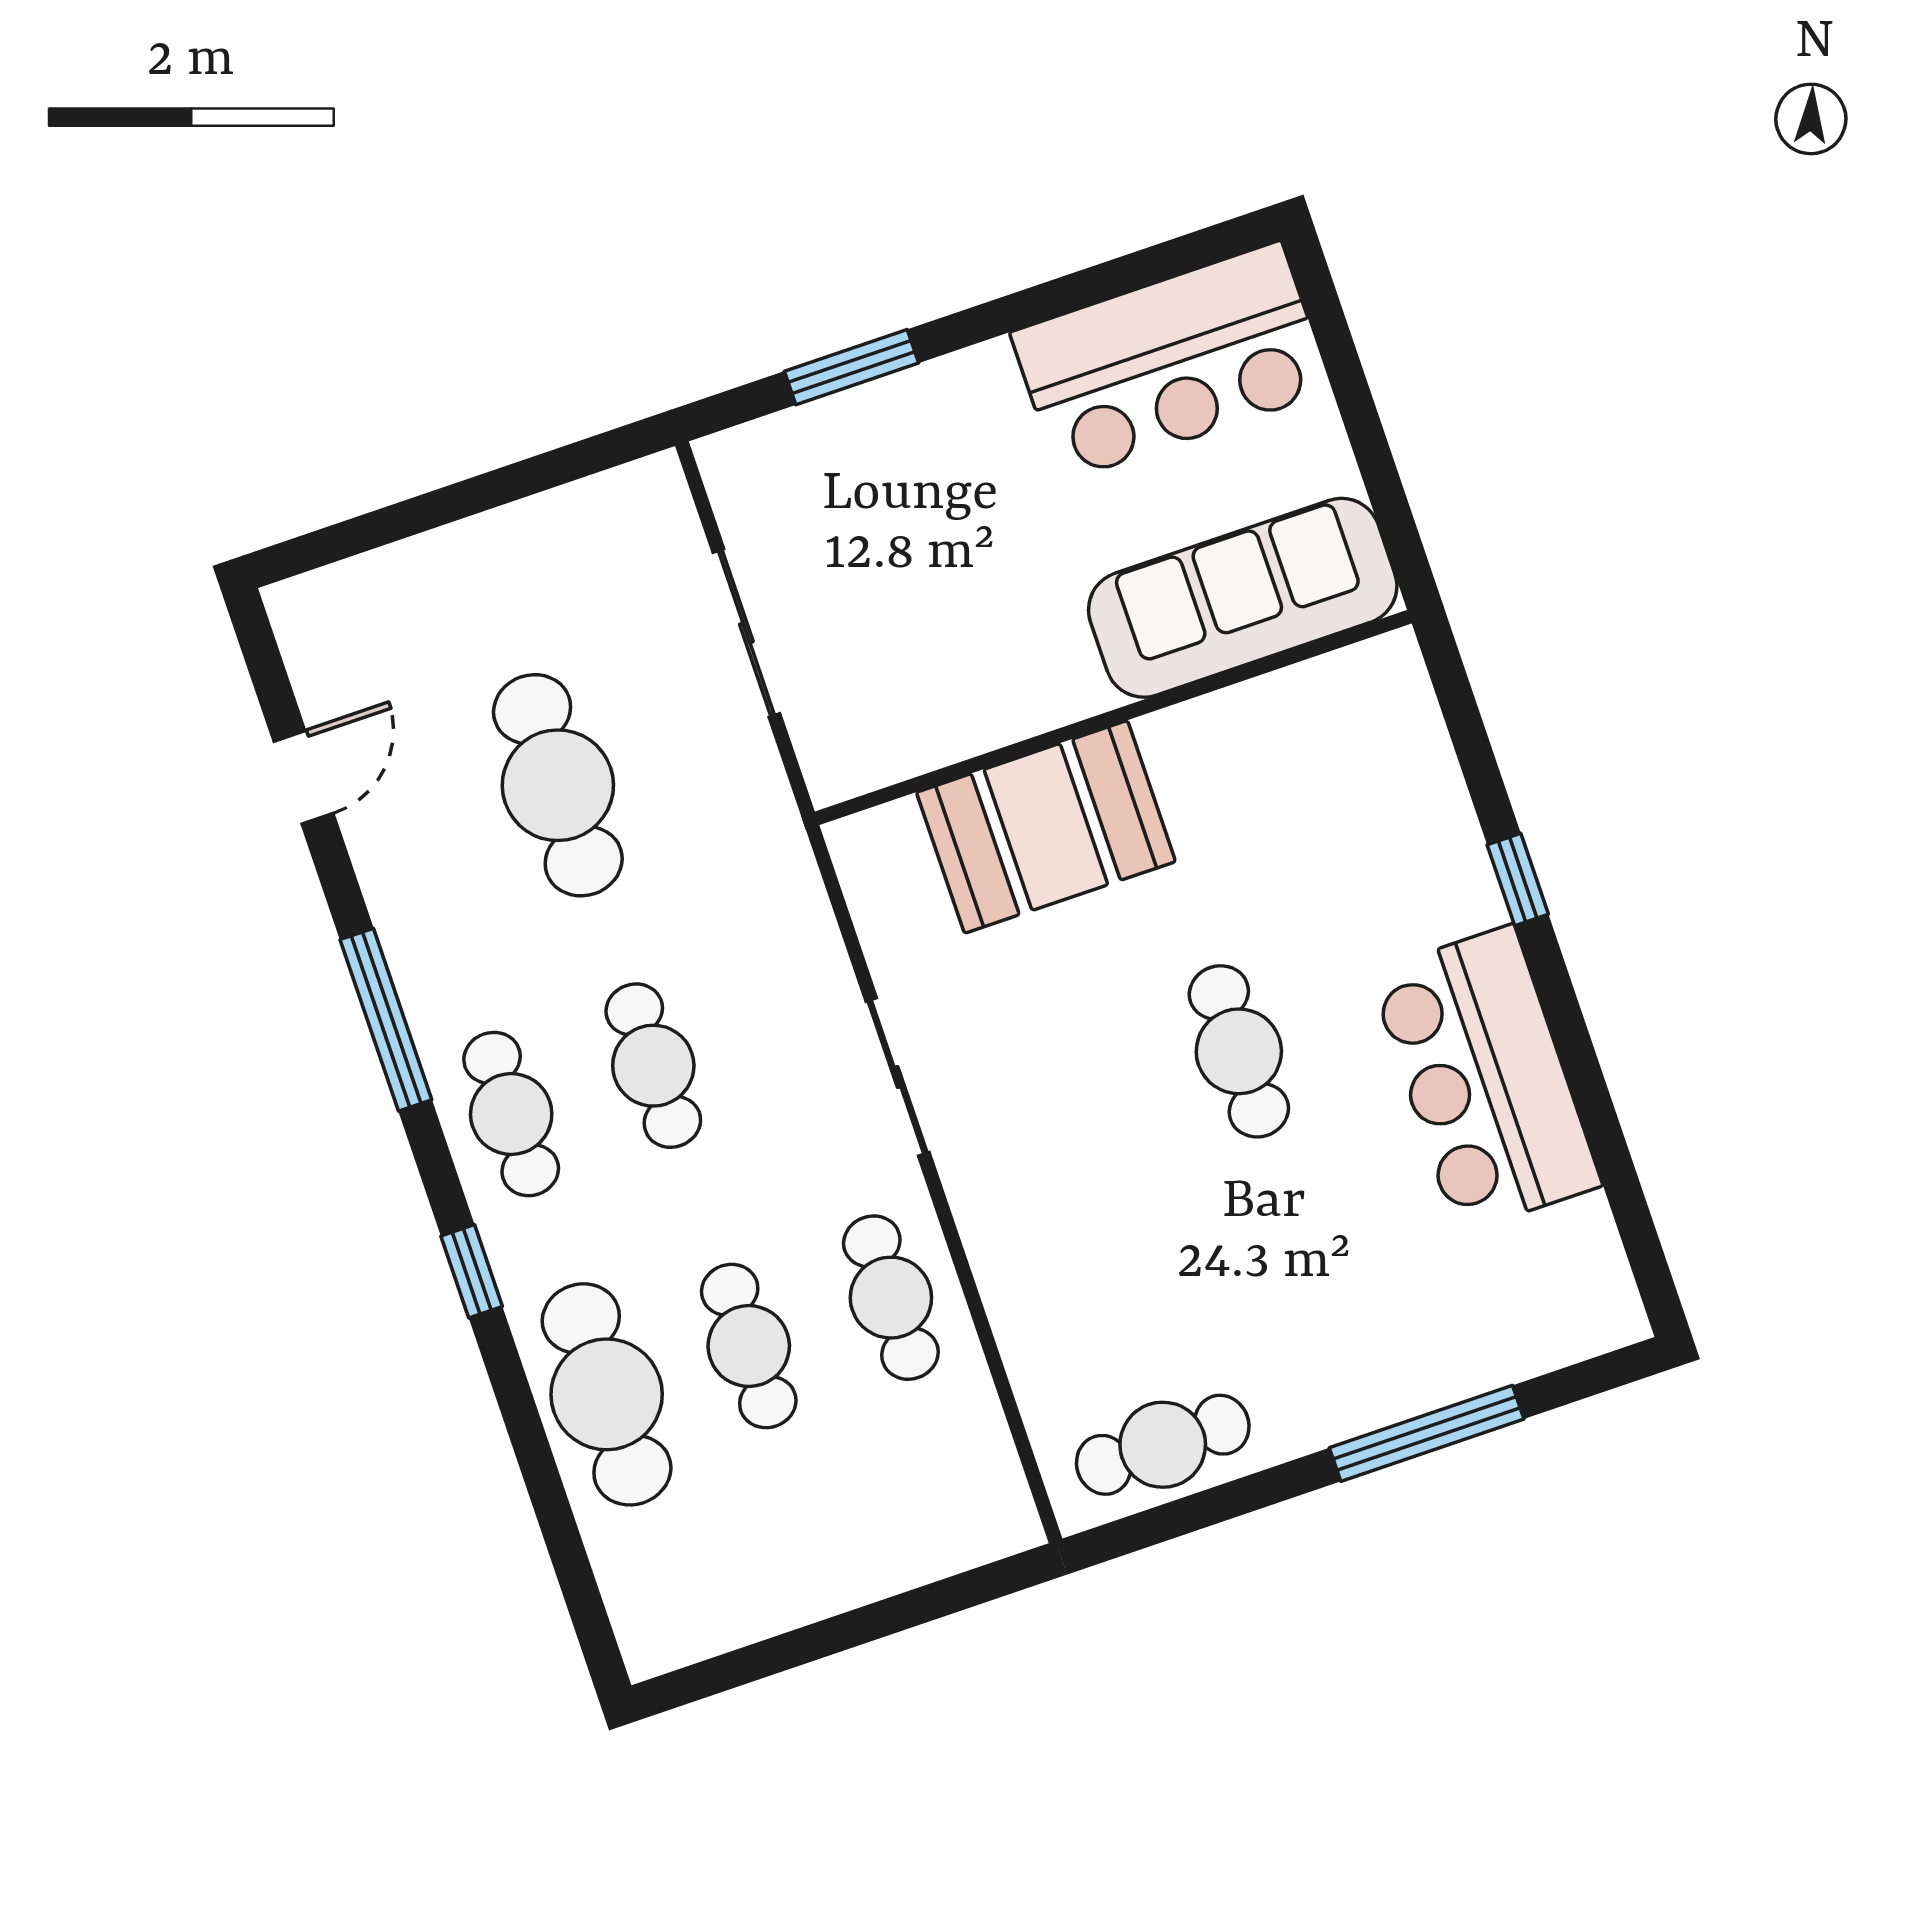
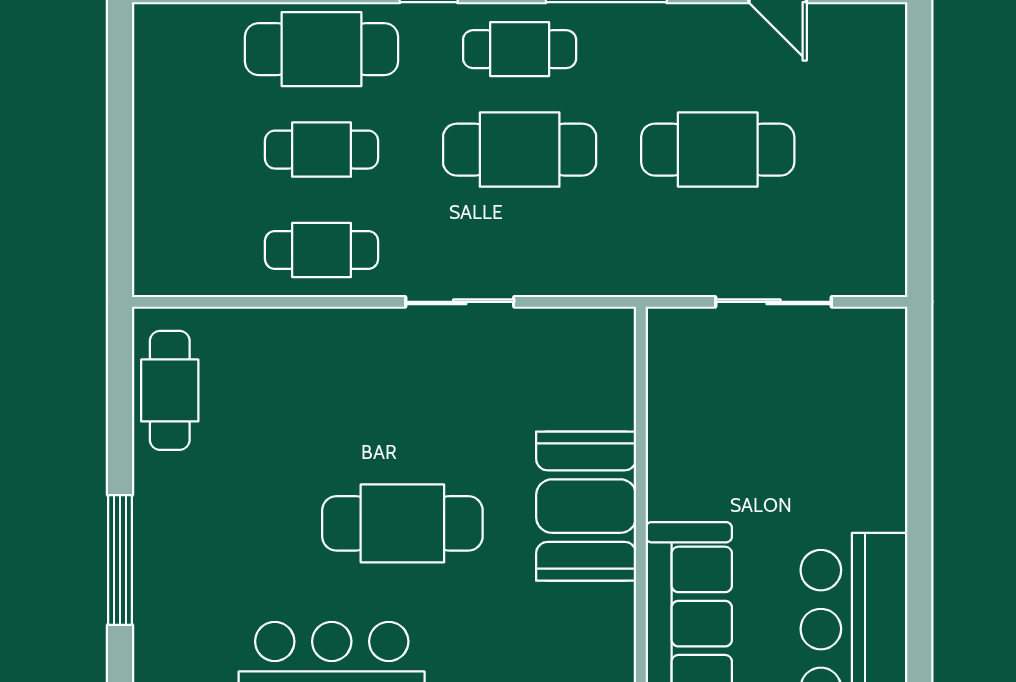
window: (852, 367) -> (919, 426), removed
booth: (1046, 827) -> (586, 506), moved
cafe table: (1239, 1051) -> (402, 523), width x1.37, depth x1.35
cafe table: (653, 1066) -> (520, 150), width x1.37, depth x1.35

